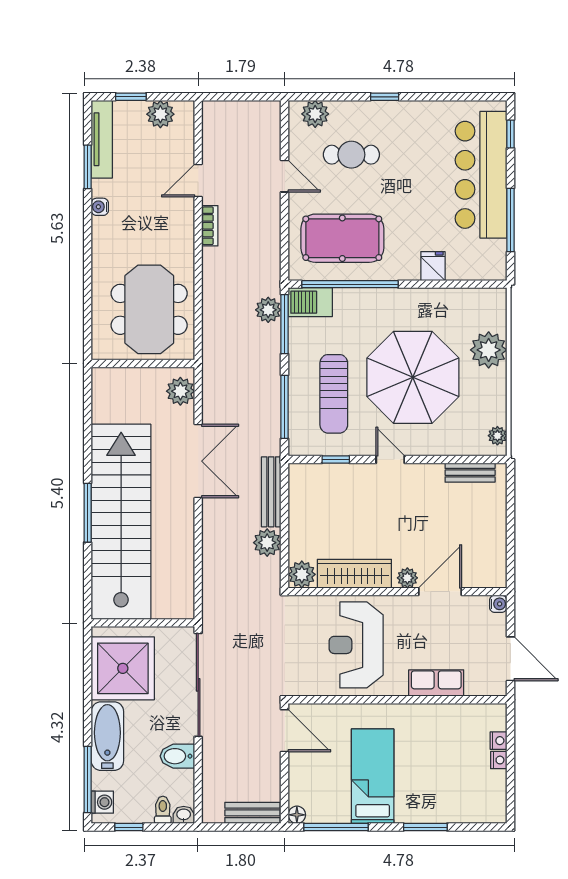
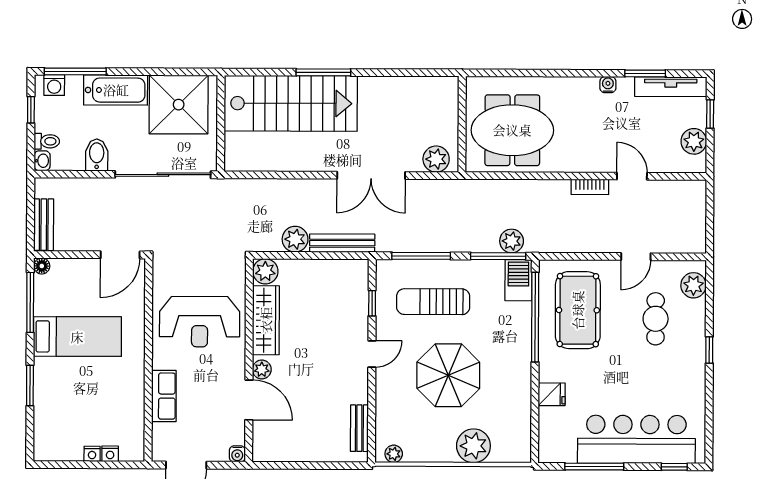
parasol: (413, 377) -> (448, 375), width x0.73, depth x0.73
stairs: (121, 522) -> (291, 103), width x0.73
reception desk: (356, 645) -> (200, 322), turned 180

